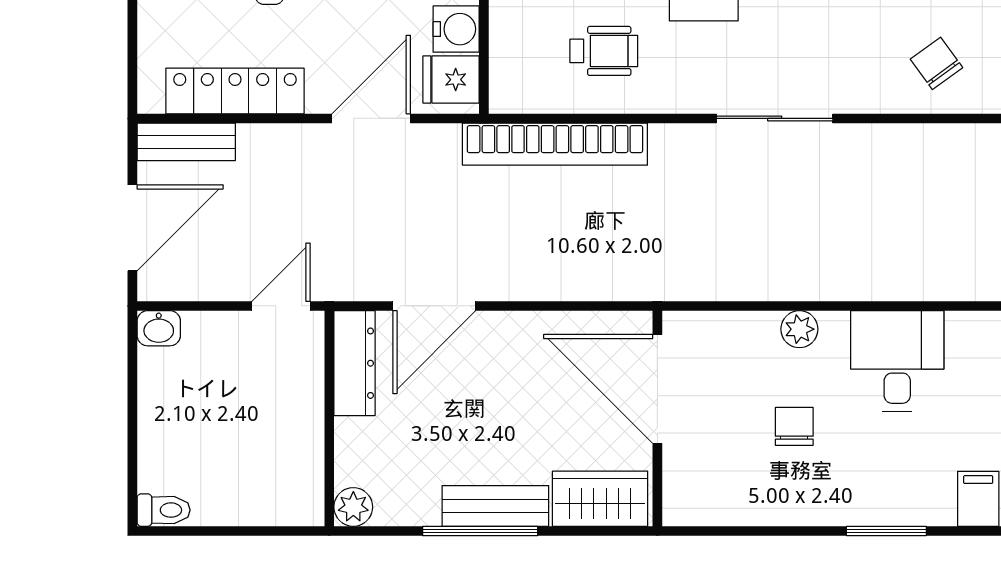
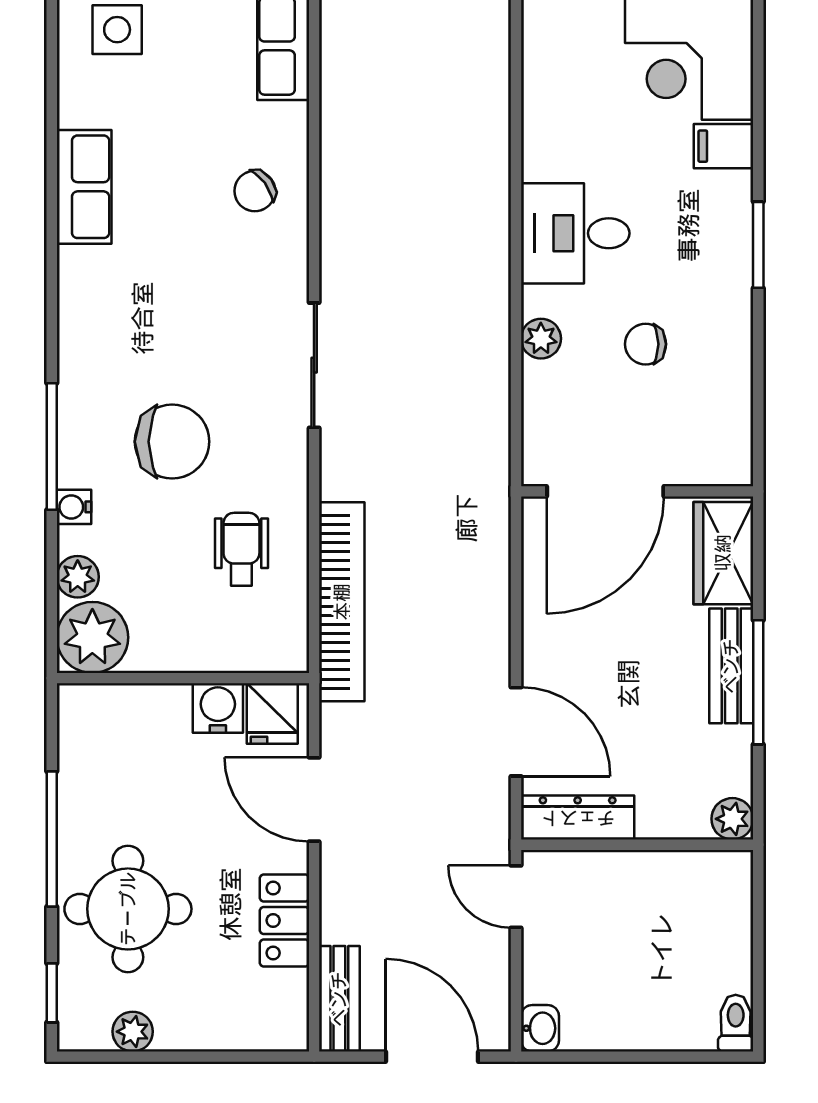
locker: (235, 91) -> (284, 920), width x0.66

